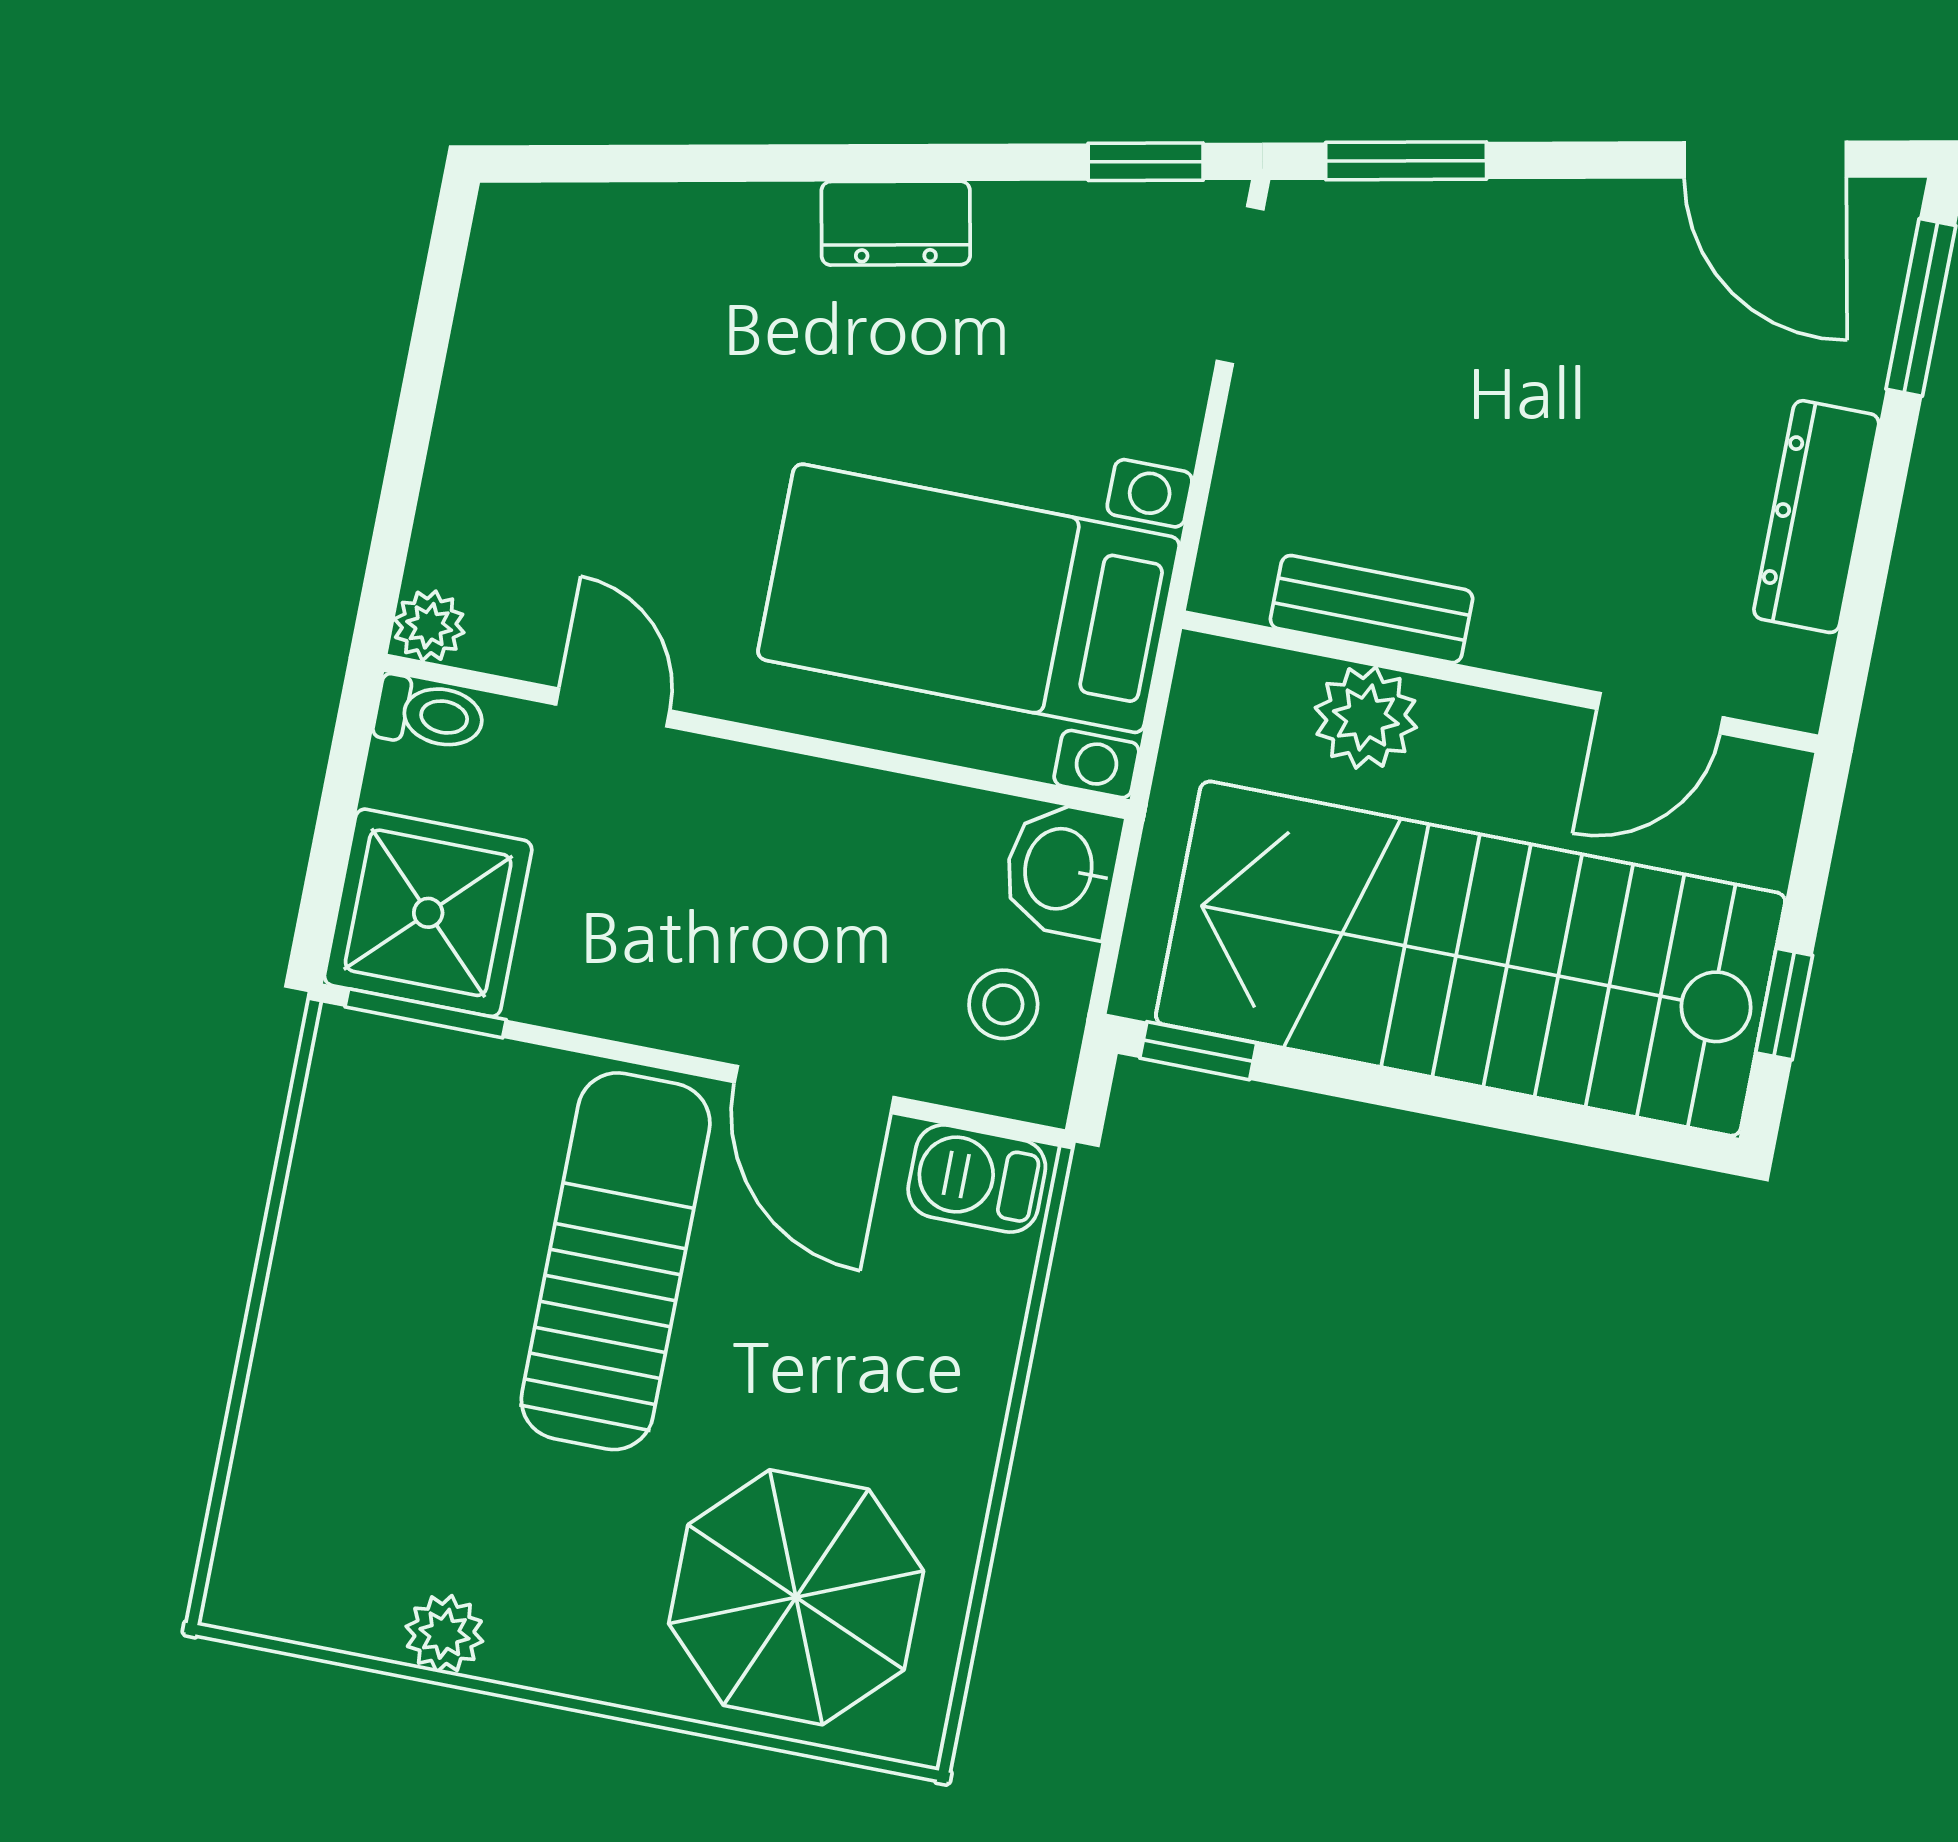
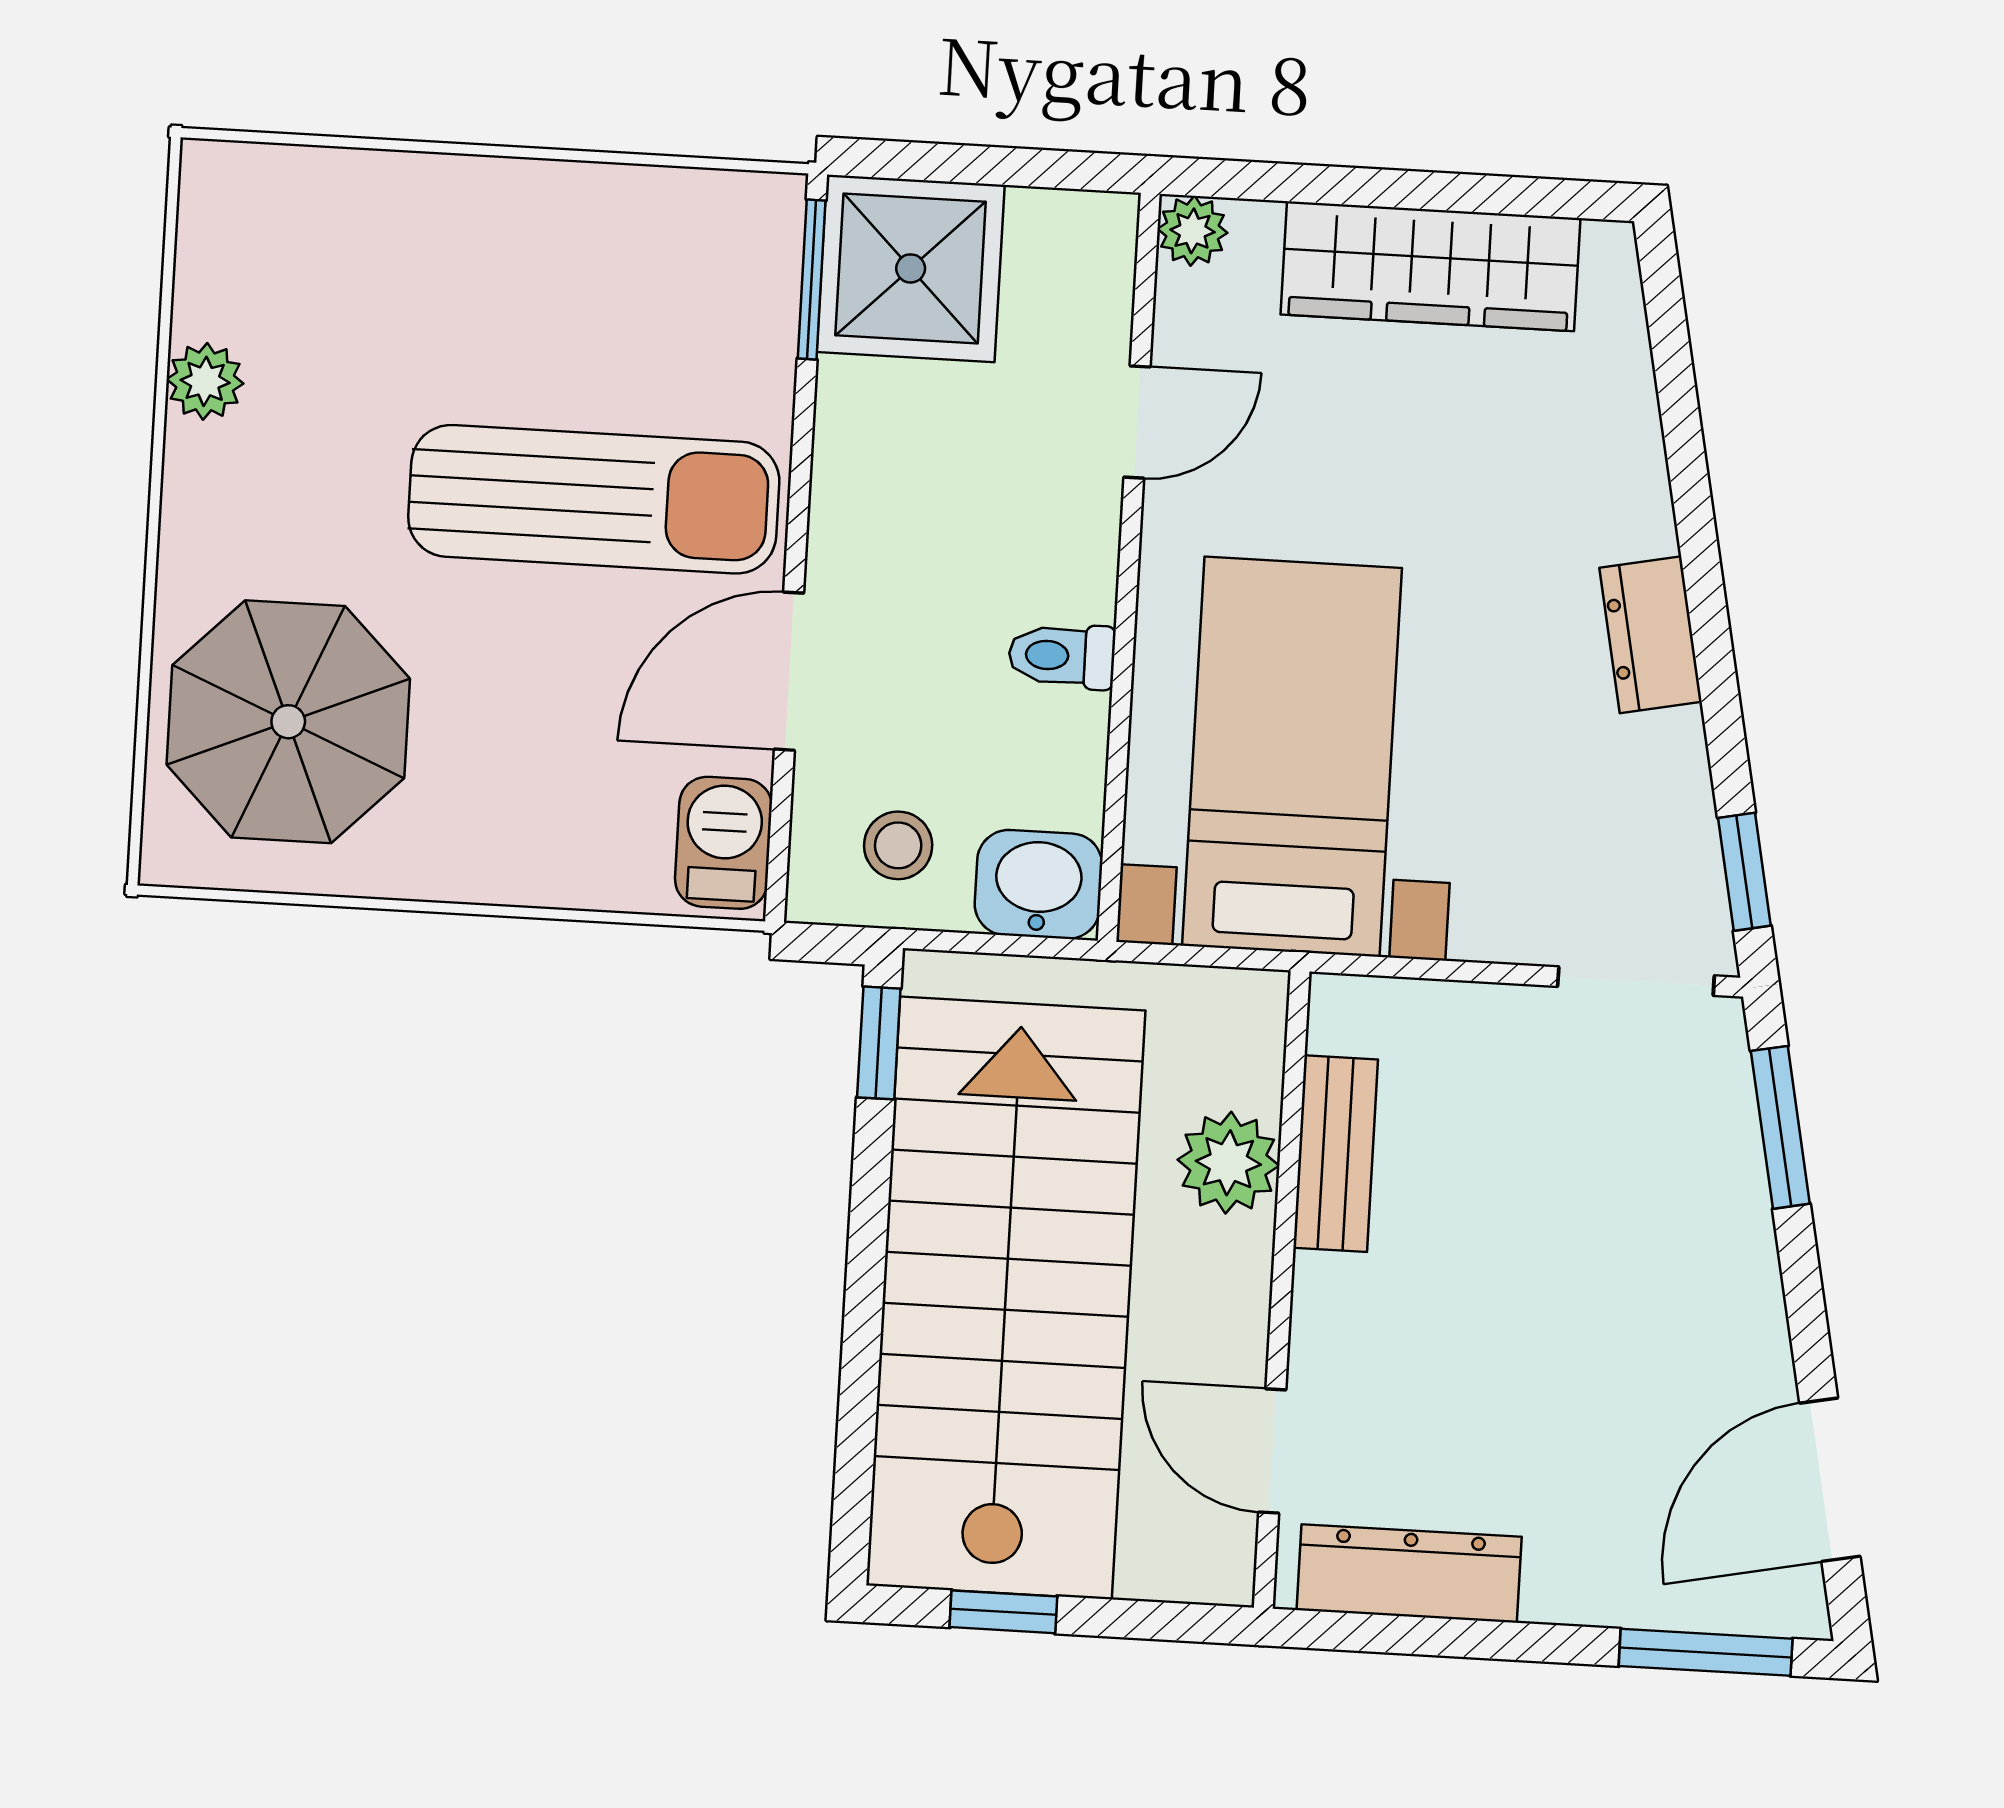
wardrobe: (497, 393) -> (1431, 266), added
dresser: (1816, 517) -> (1409, 1573), moved
toilet: (430, 714) -> (1062, 656), moved, turned 90

